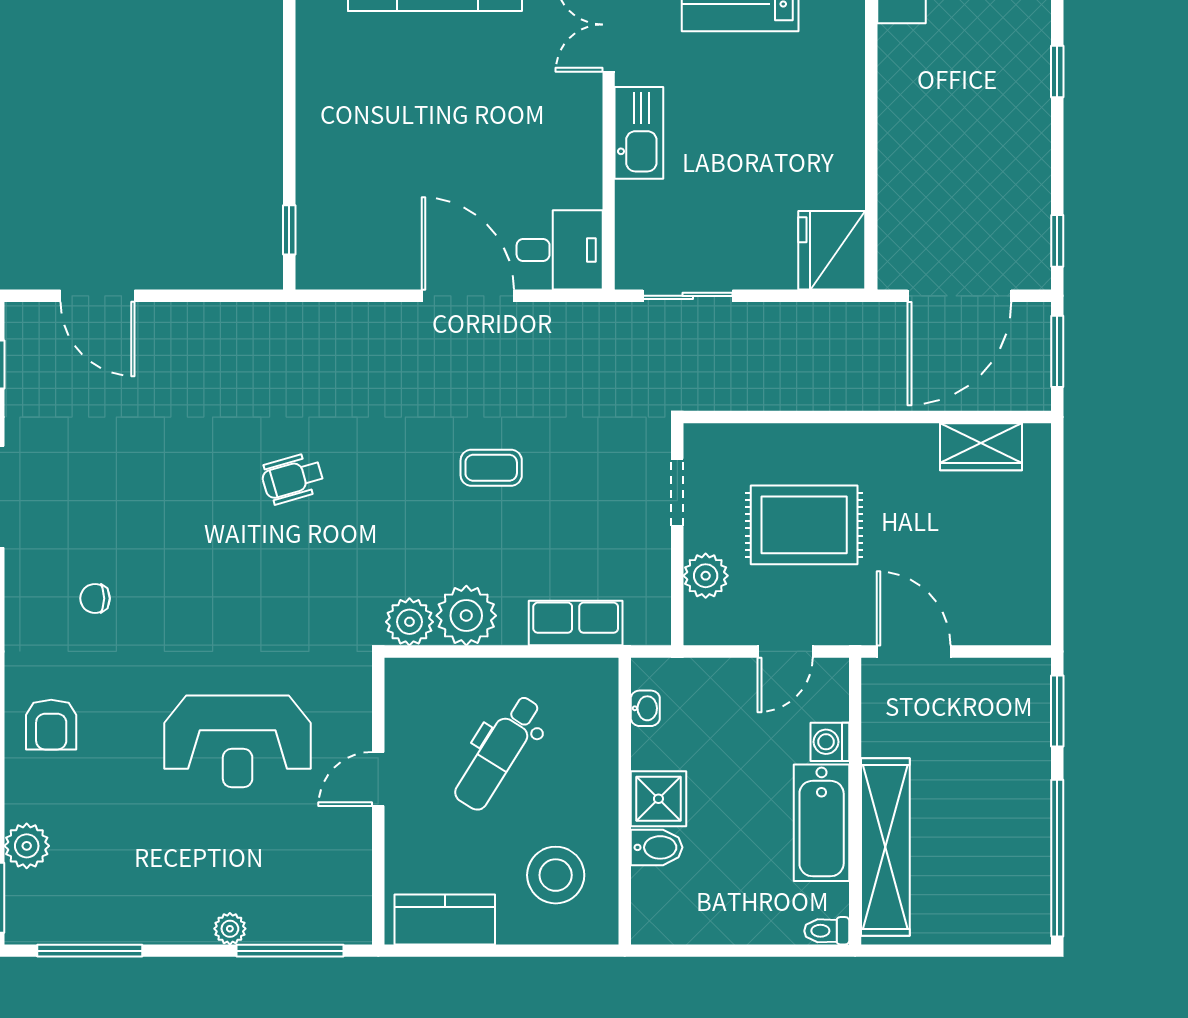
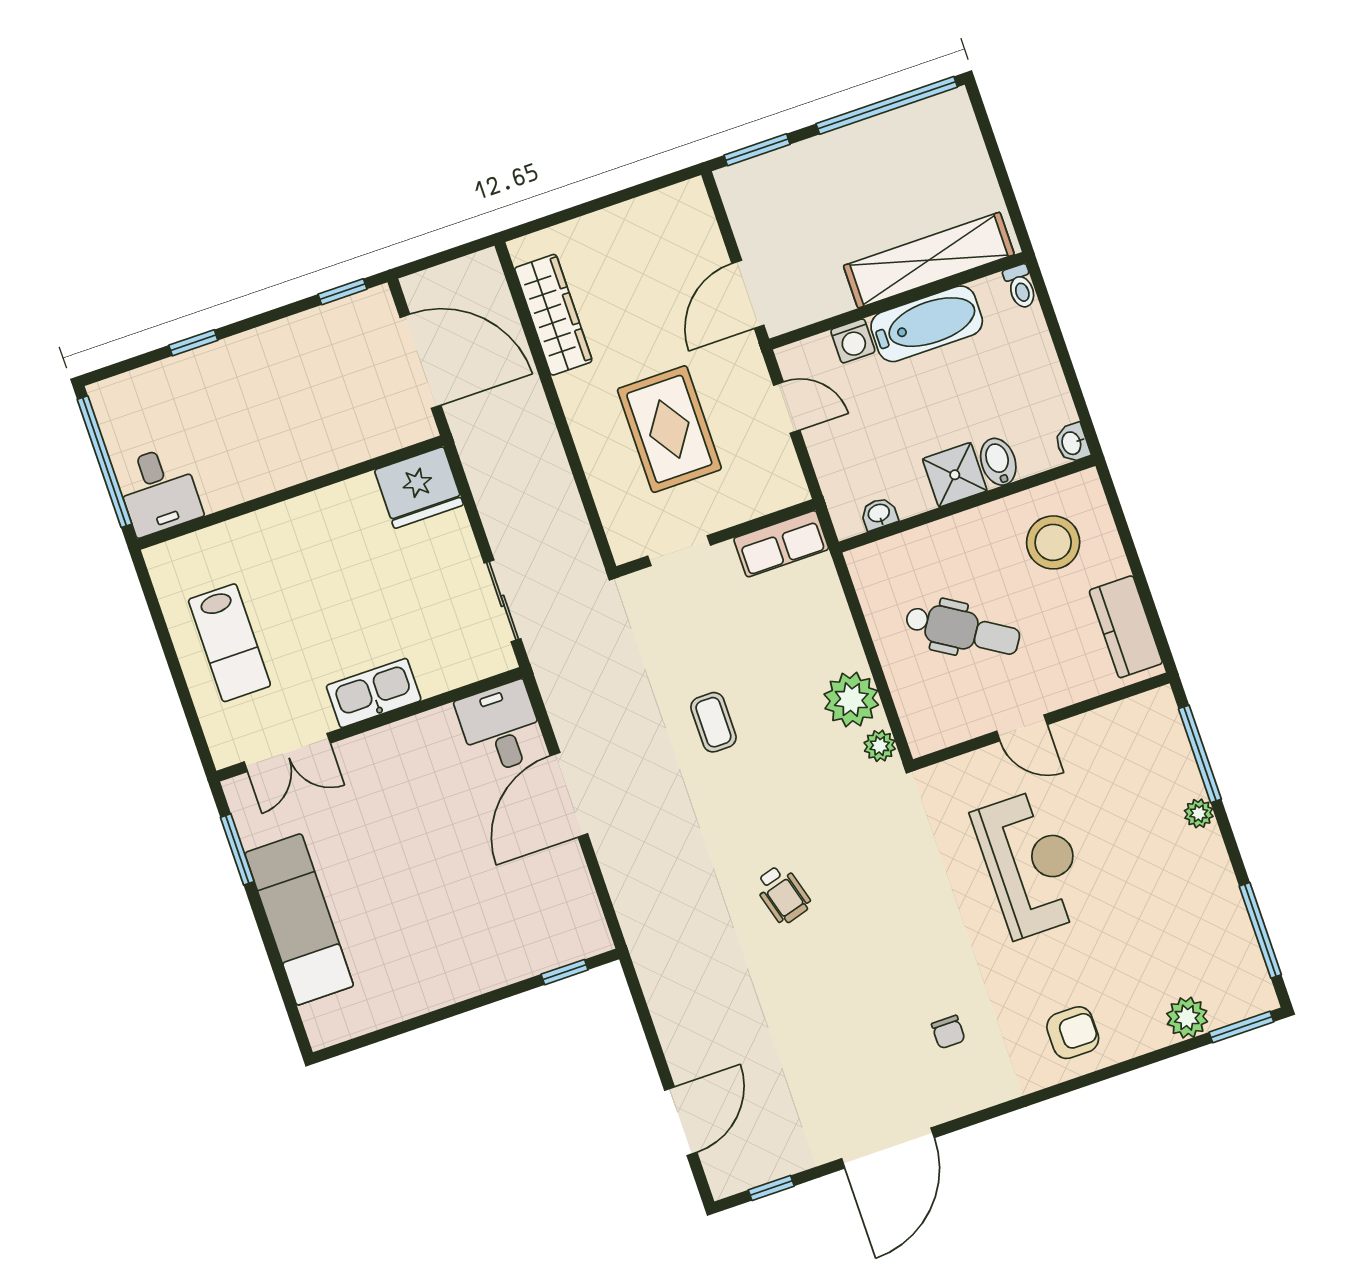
window: (1057, 351) -> (440, 258), removed
wardrobe: (981, 447) -> (553, 315), width x1.50
plant: (706, 576) -> (744, 501), removed
plant: (409, 622) -> (880, 746), width x0.73, depth x0.73
row of seats: (576, 623) -> (781, 544), moved, turned -90
washbasin: (650, 929) -> (1072, 443), added

